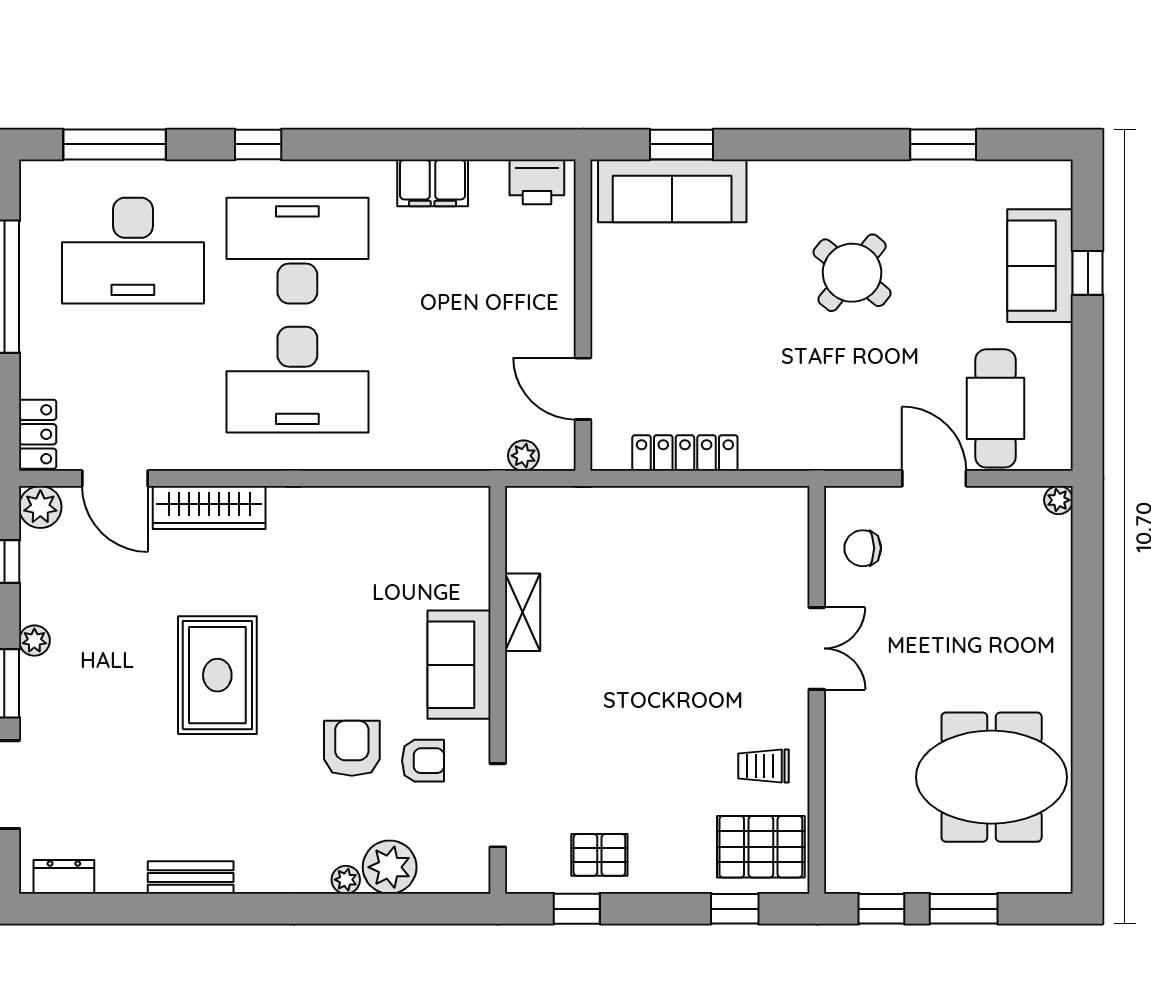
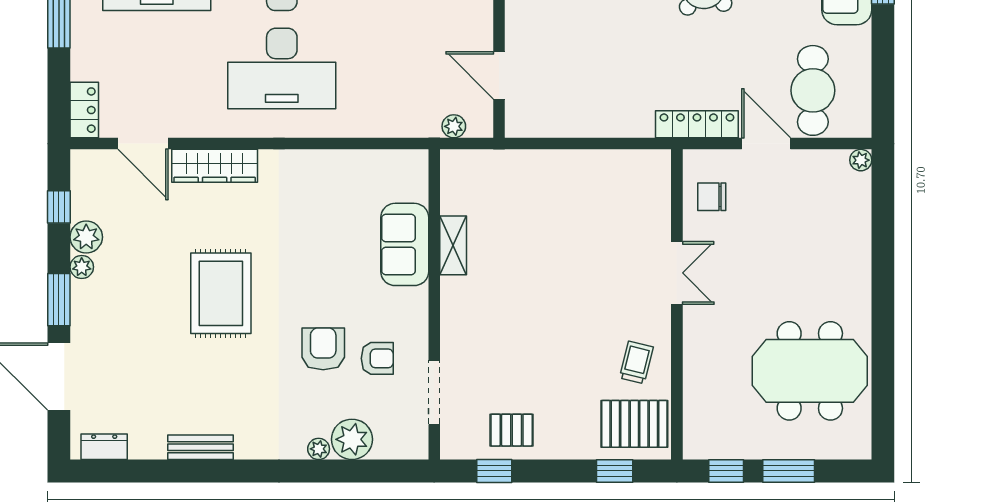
locker: (685, 453) -> (697, 124), moved
plant: (40, 507) -> (86, 237), moved
sofa: (459, 665) -> (405, 244), moved
trolley: (763, 766) -> (636, 362), turned 104

